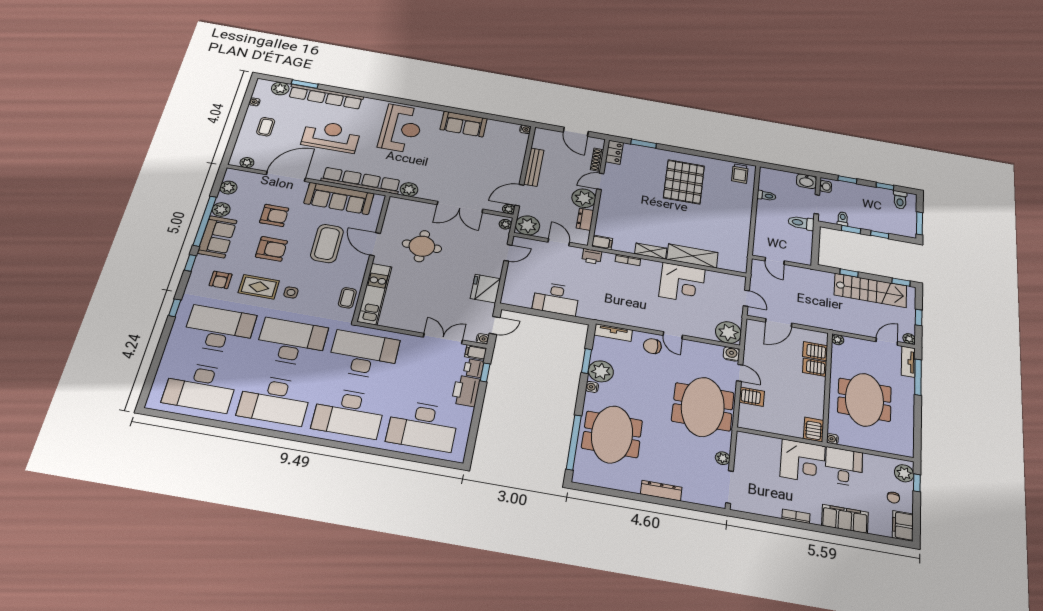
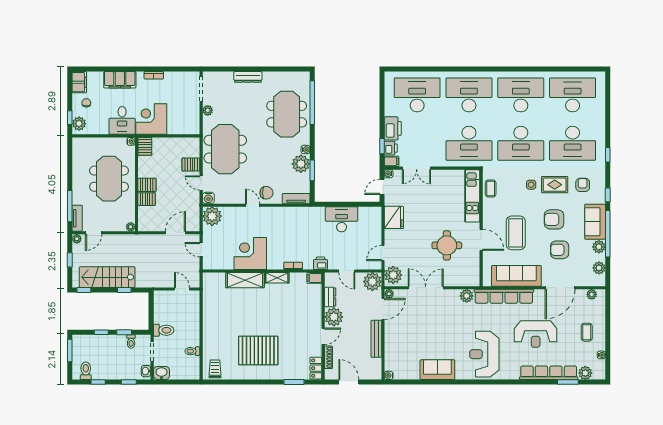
pallet: (684, 182) -> (258, 351), turned 90
plant: (505, 224) -> (393, 275), width x1.87, depth x1.87
server rack: (815, 351) -> (147, 185), moved

